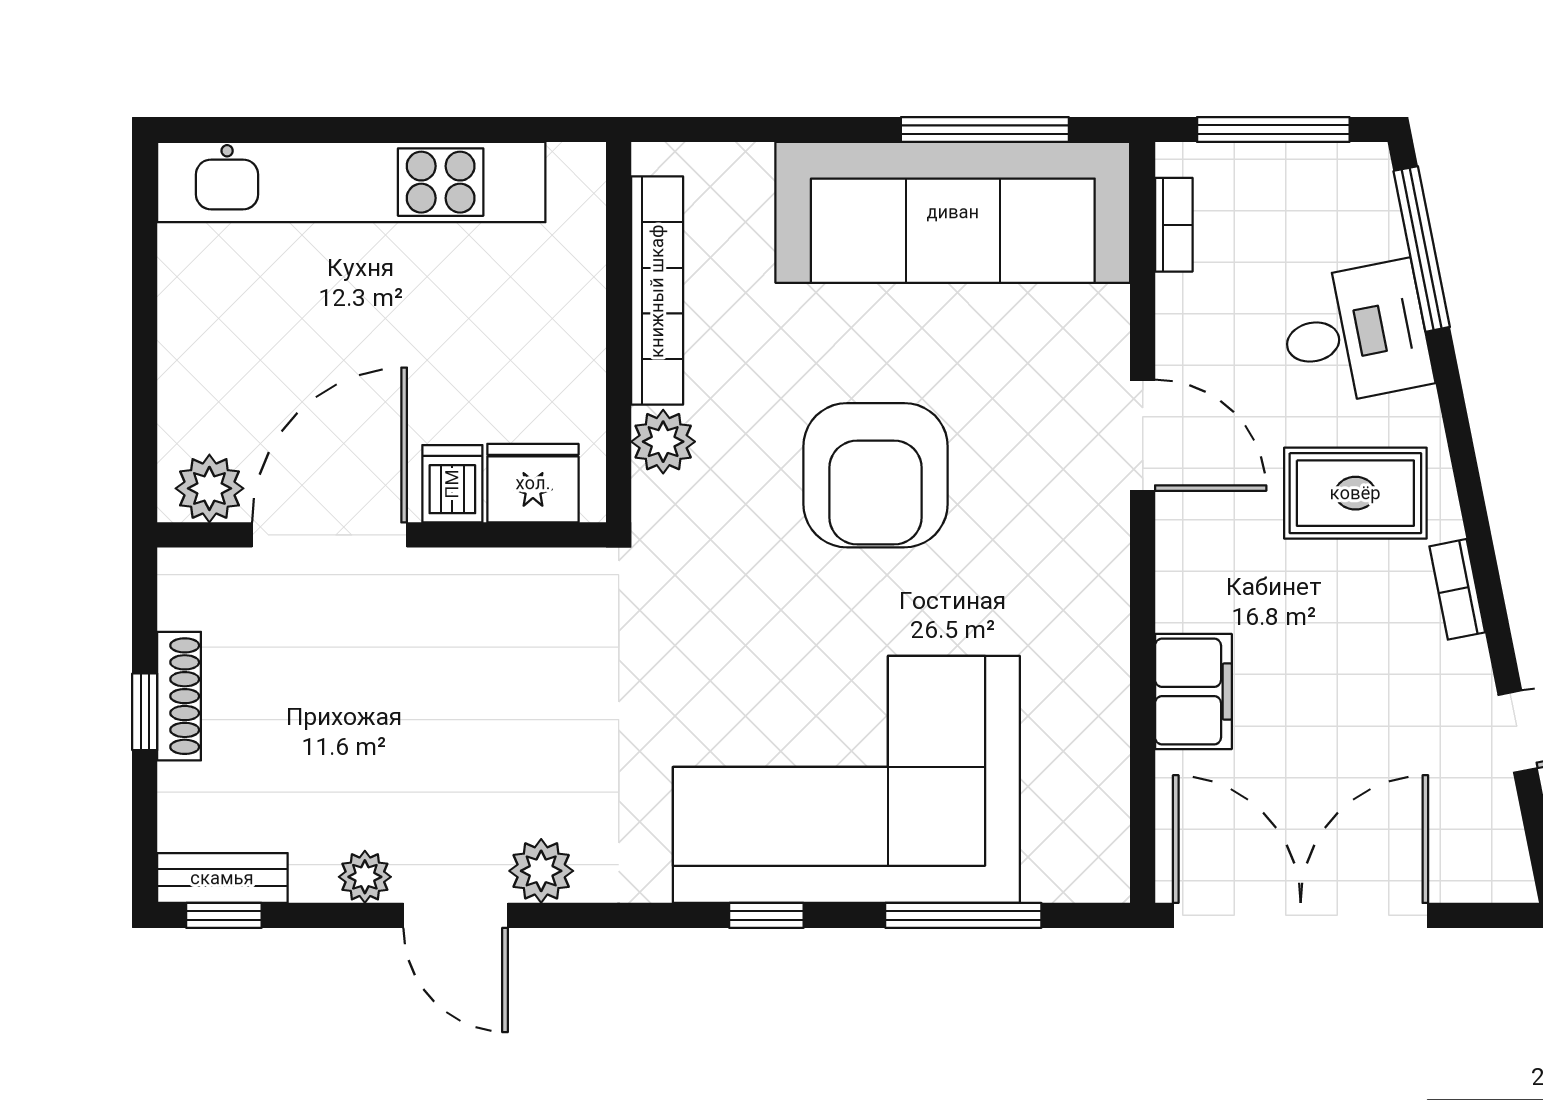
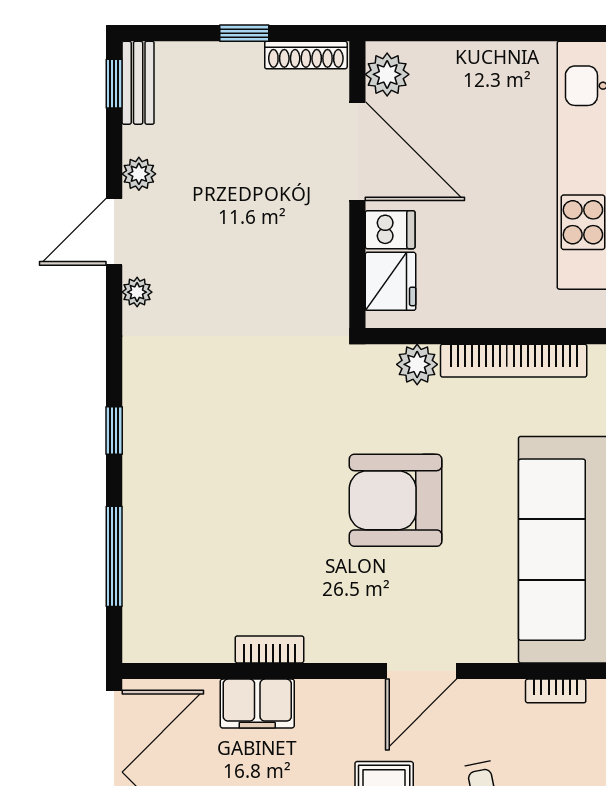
bookcase: (1109, 672) -> (269, 649), added
shoe rack: (179, 696) -> (306, 55), moved
corner sofa: (846, 779) -> (201, 482), removed
plant: (541, 871) -> (137, 292), width x0.73, depth x0.73

